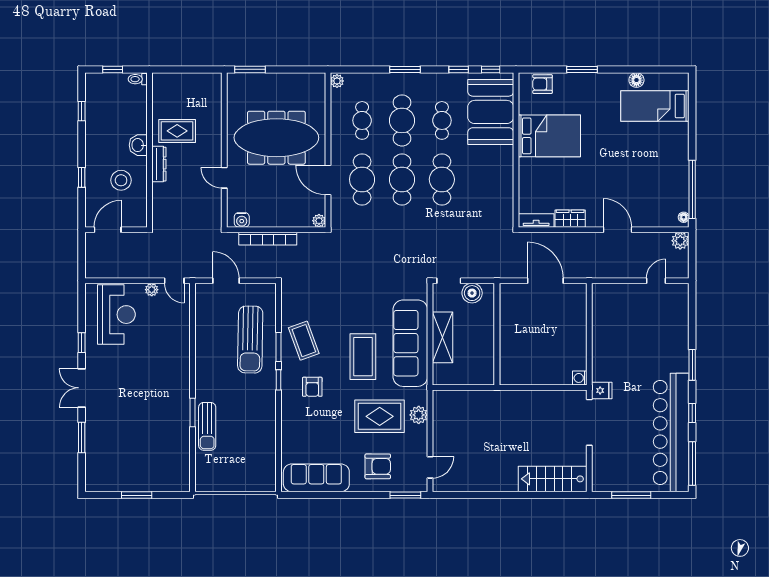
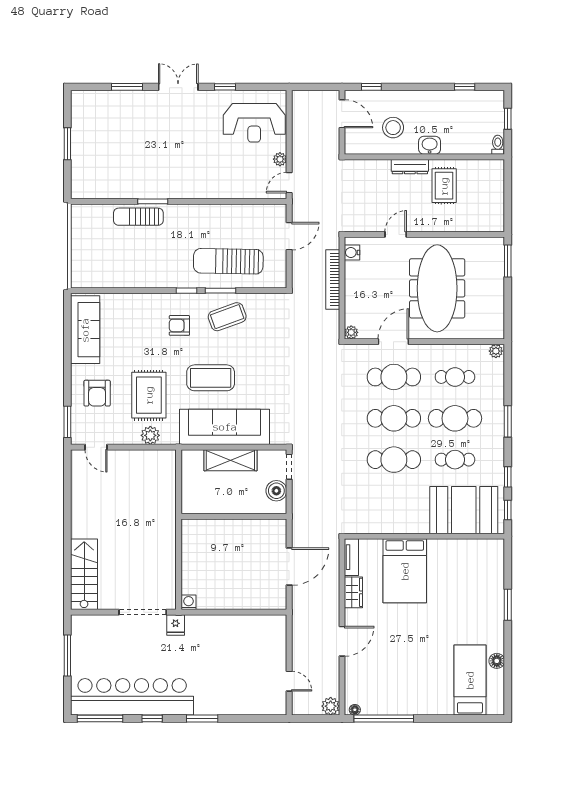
armchair: (542, 84) -> (493, 564), removed
bed: (549, 136) -> (405, 571), moved
window: (82, 177) -> (371, 87), moved

